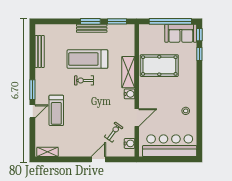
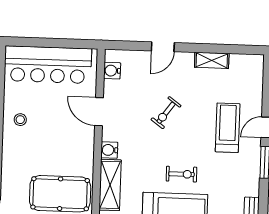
door: (137, 118) -> (99, 112), hinge flipped
exercise bike: (114, 132) -> (166, 113), moved
shelving: (48, 152) -> (212, 60), moved

